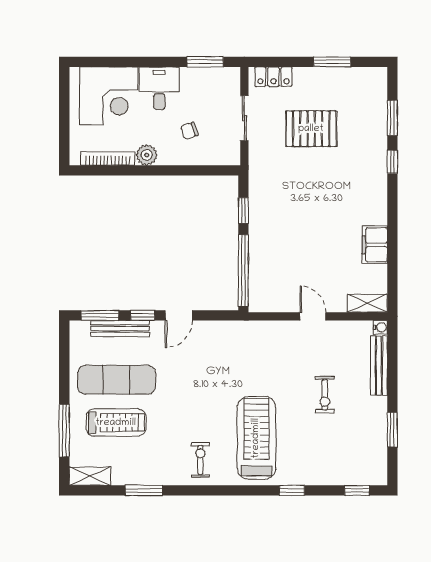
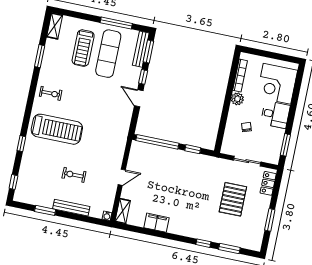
bench: (120, 329) -> (141, 49), moved
bench: (379, 366) -> (71, 208), moved
window: (64, 431) -> (116, 23), moved

